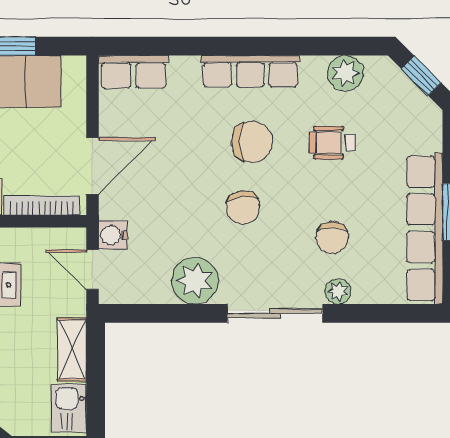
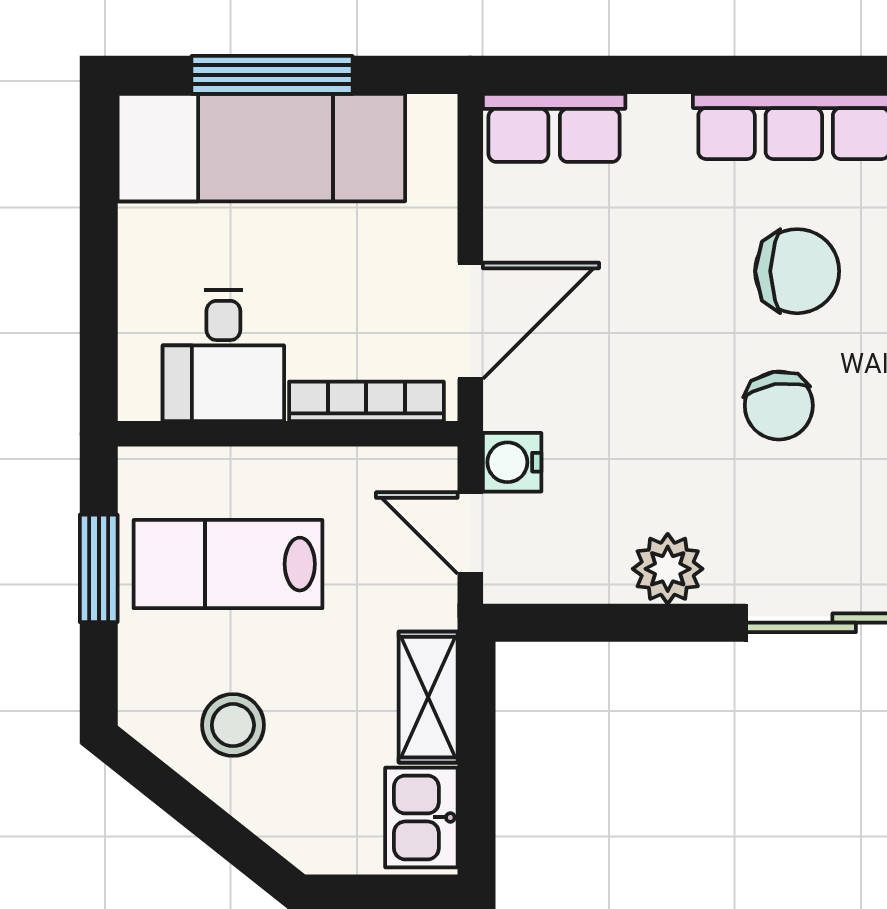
plant: (195, 281) -> (668, 569), width x0.73, depth x0.73

